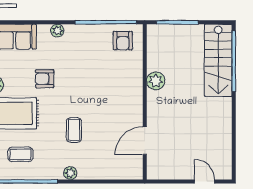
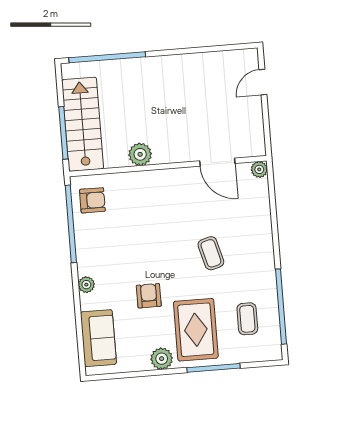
stairs: (218, 60) -> (83, 124), moved, turned -90
armchair: (45, 79) -> (149, 296), turned 180
coffee table: (74, 130) -> (211, 253), turned 75
plant: (70, 173) -> (259, 169), moved

